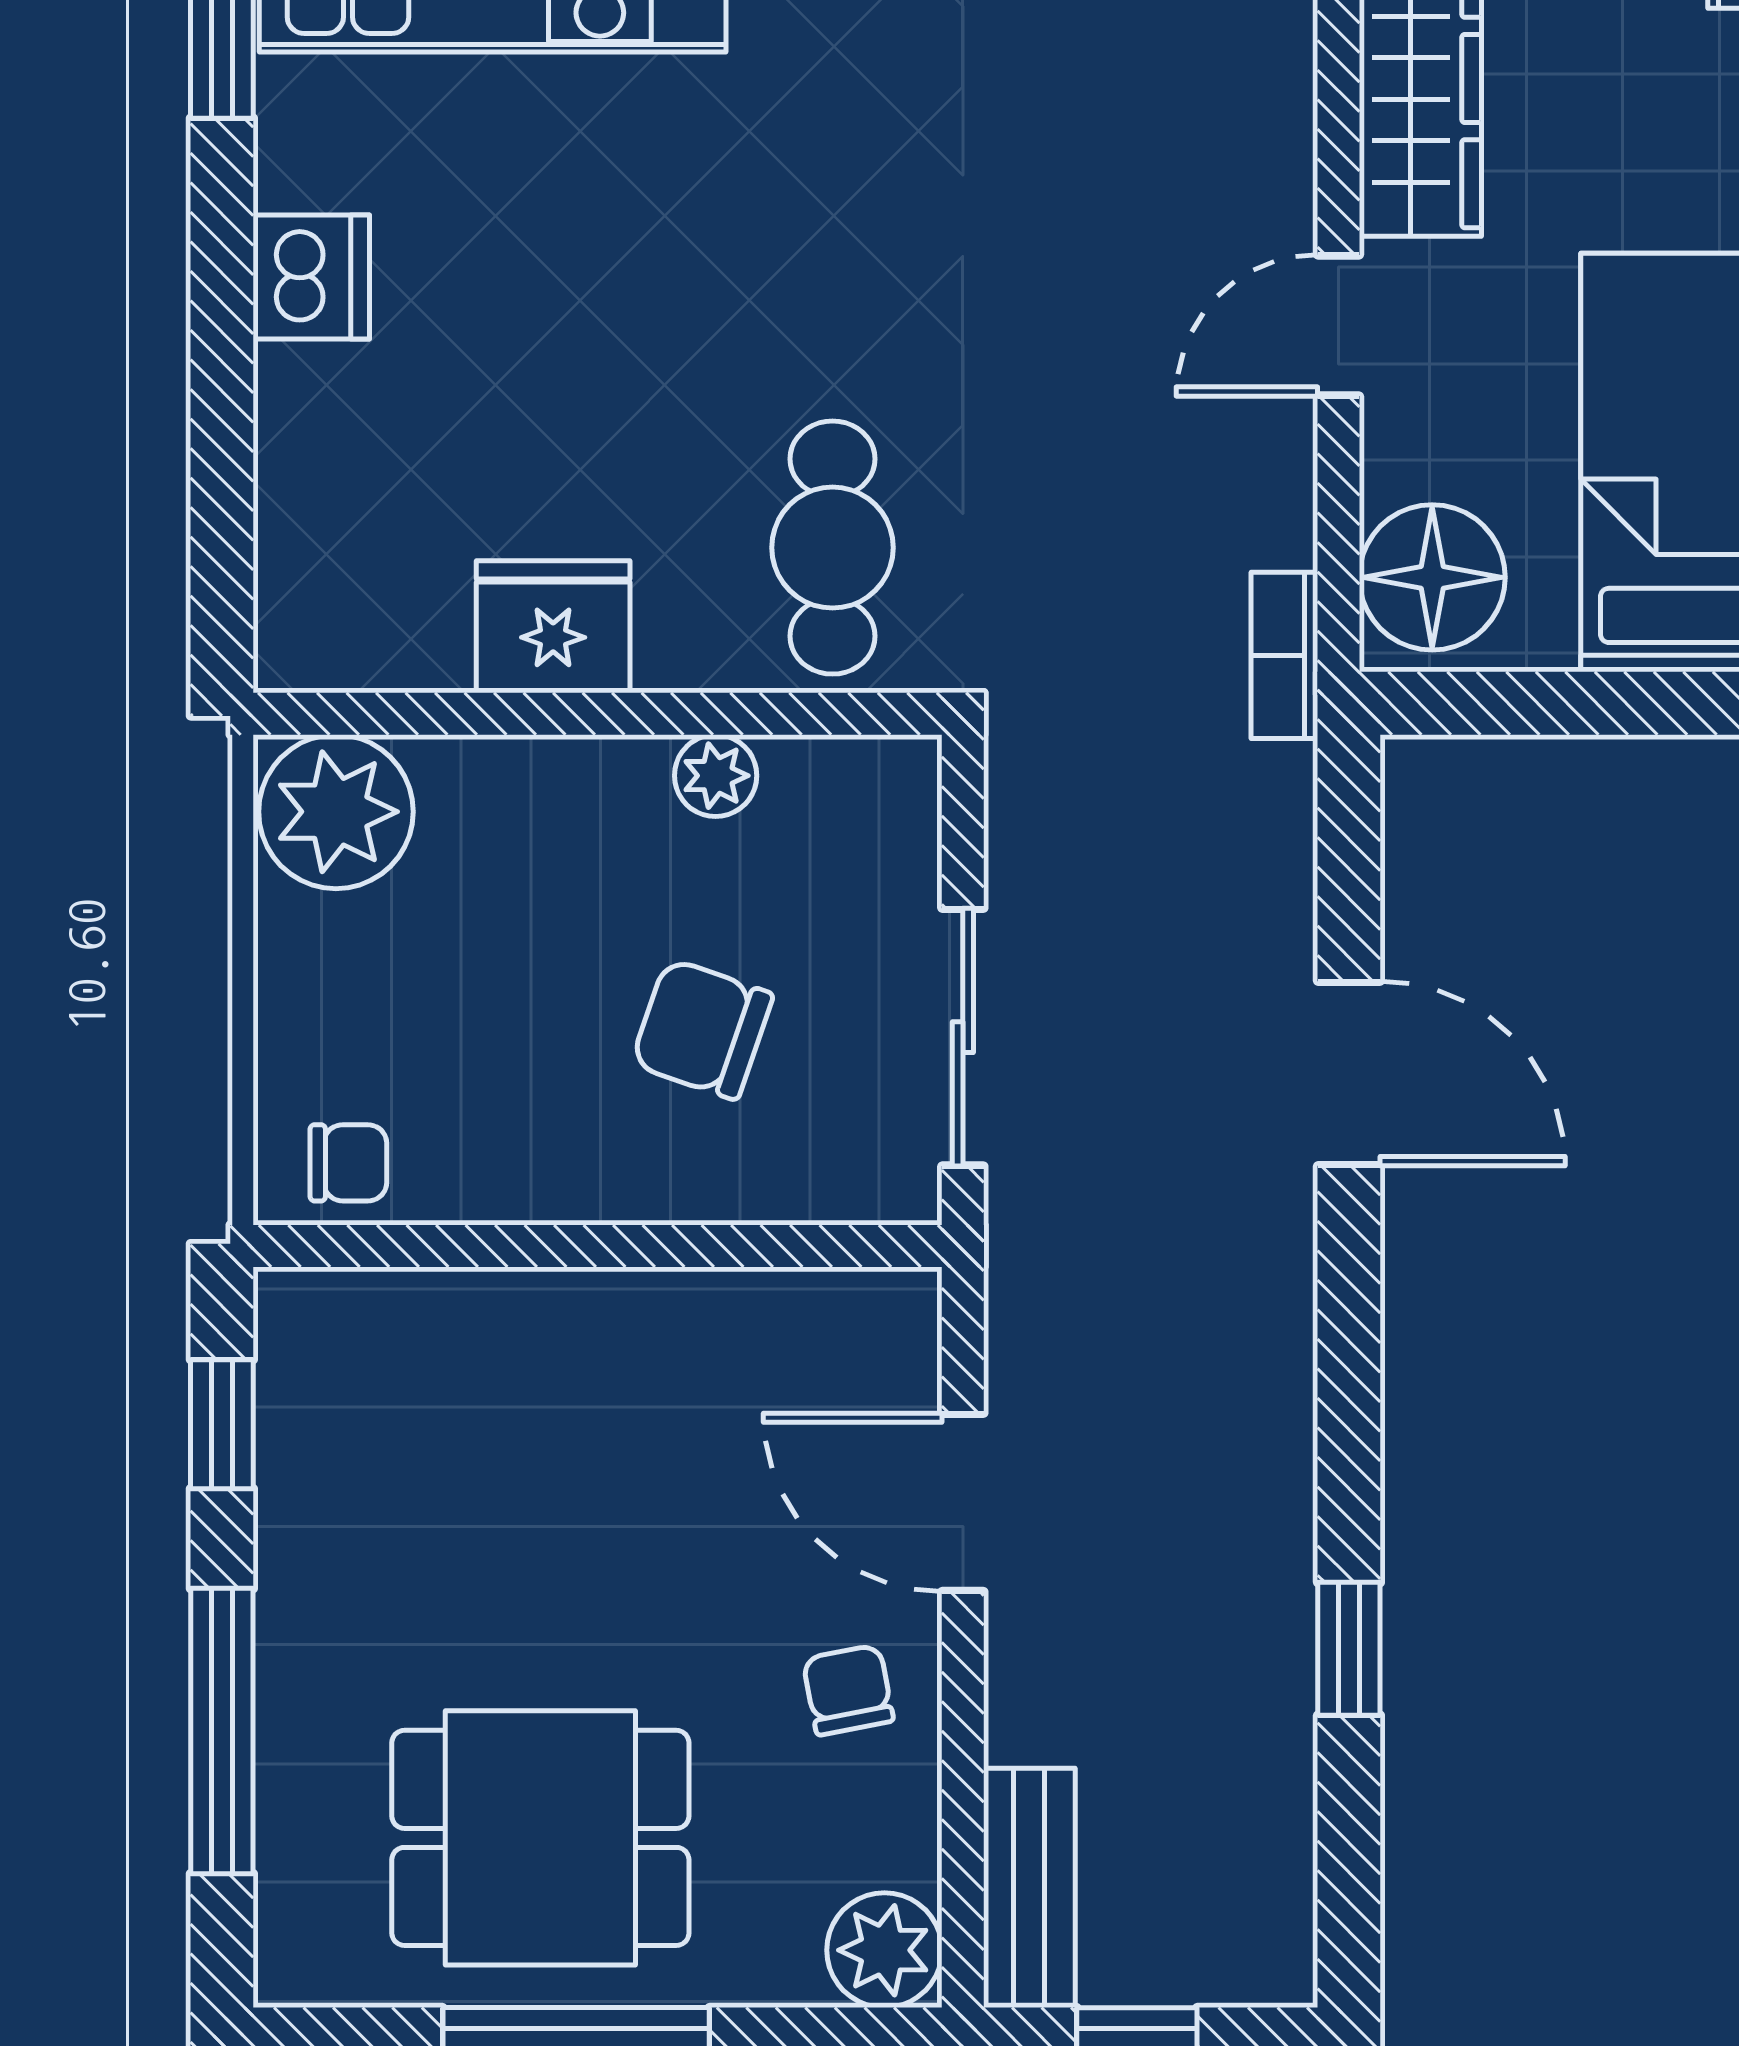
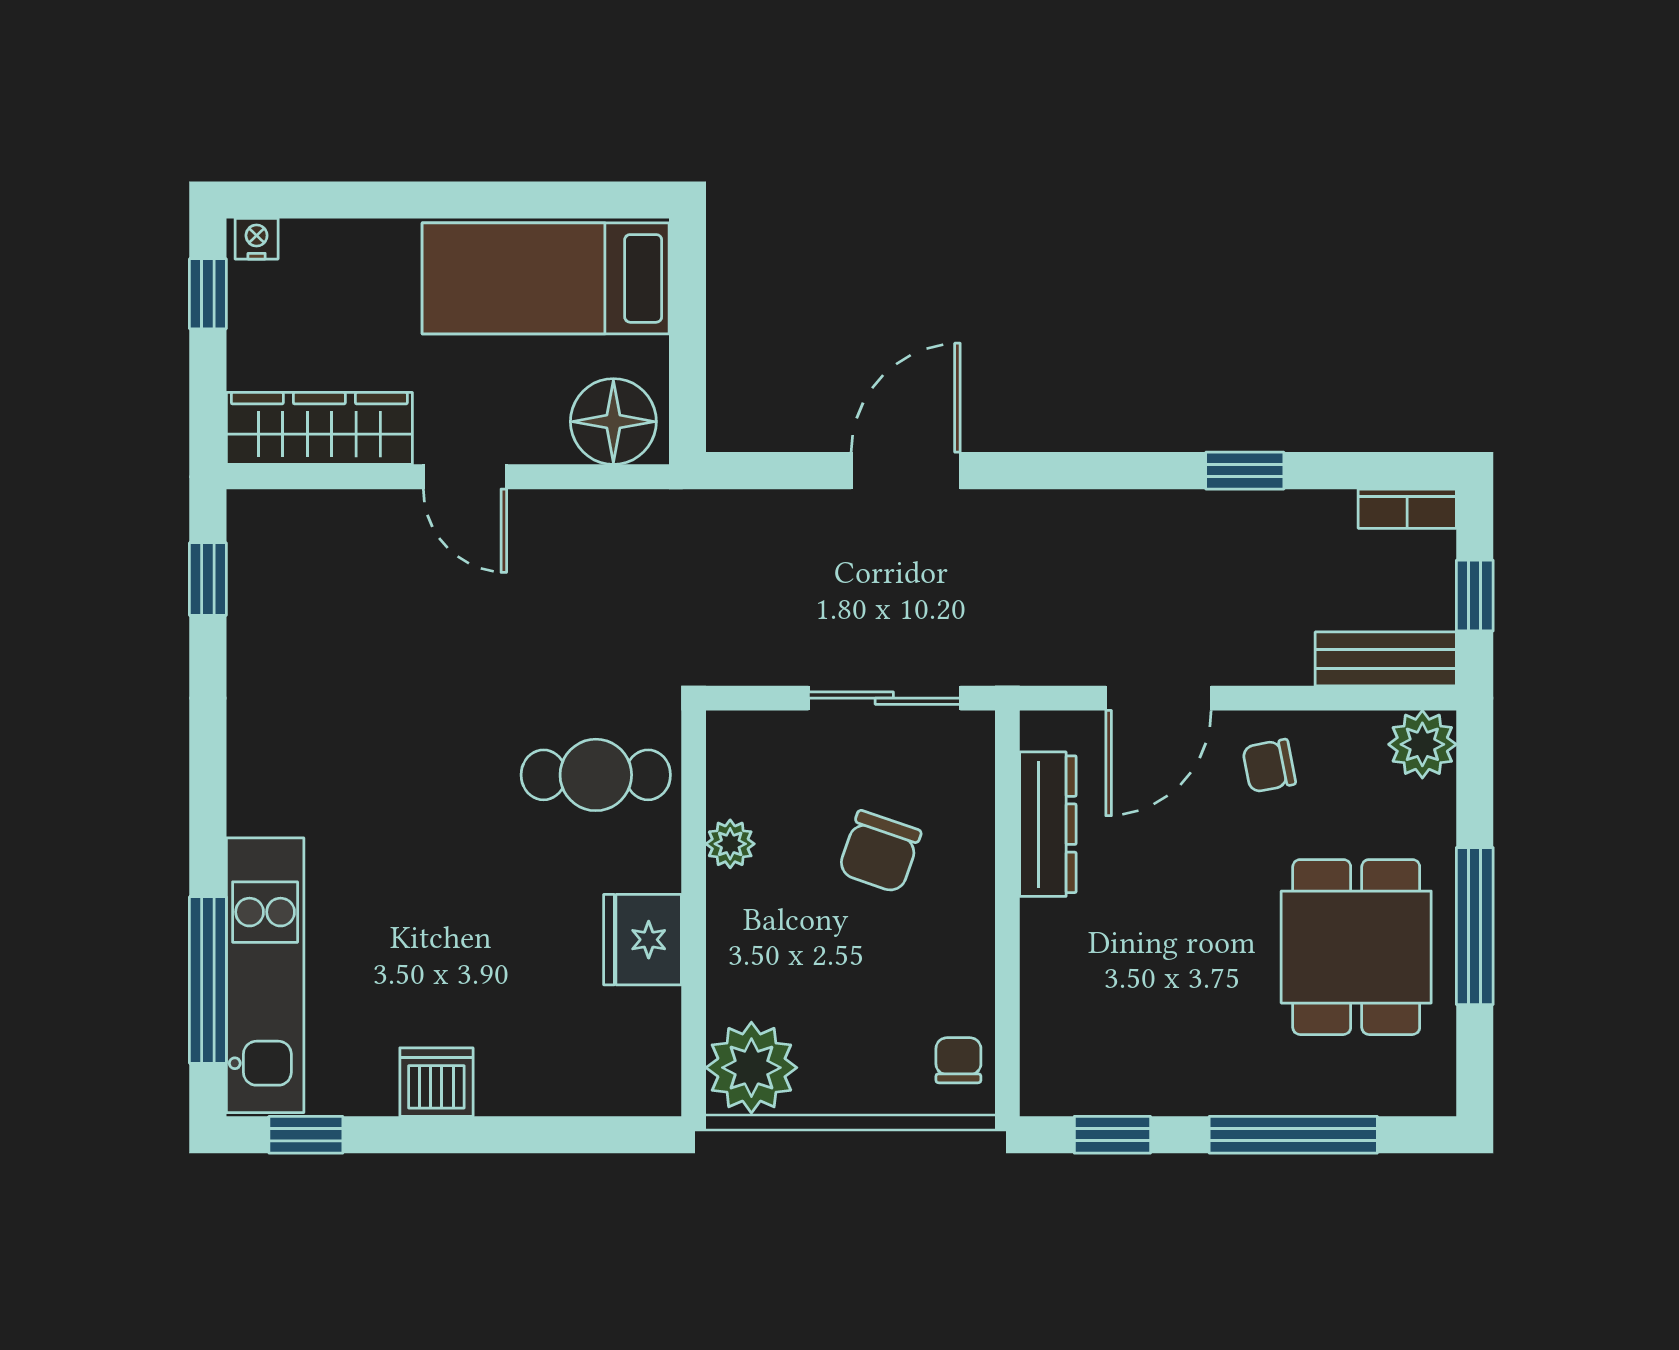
bookcase: (1284, 655) -> (1407, 509), moved
dresser: (749, 1315) -> (1048, 824), added

